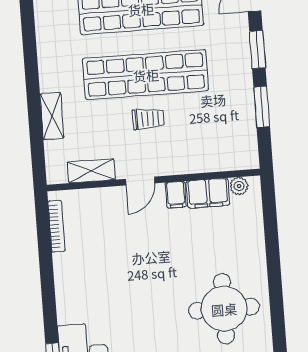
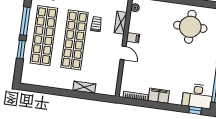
trolley: (148, 119) -> (96, 24), moved
shelving: (91, 171) -> (121, 23), moved
filing cabinet: (208, 193) -> (159, 96), moved, turned -90

